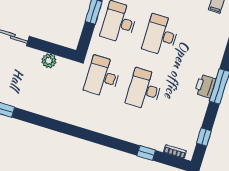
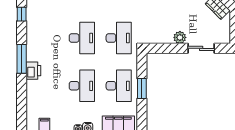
plant: (49, 61) -> (180, 37), moved
printer: (205, 86) -> (33, 71), moved

